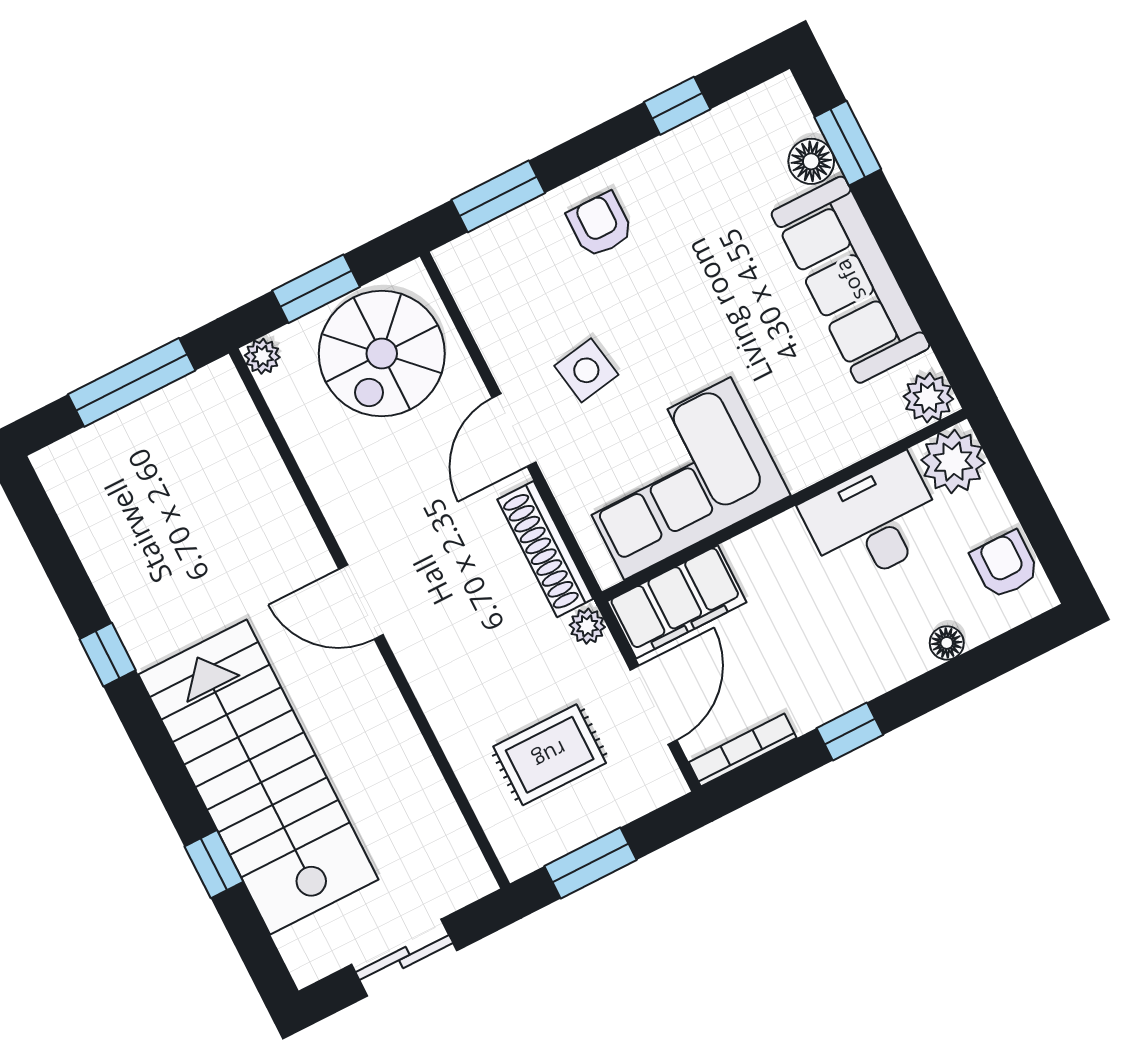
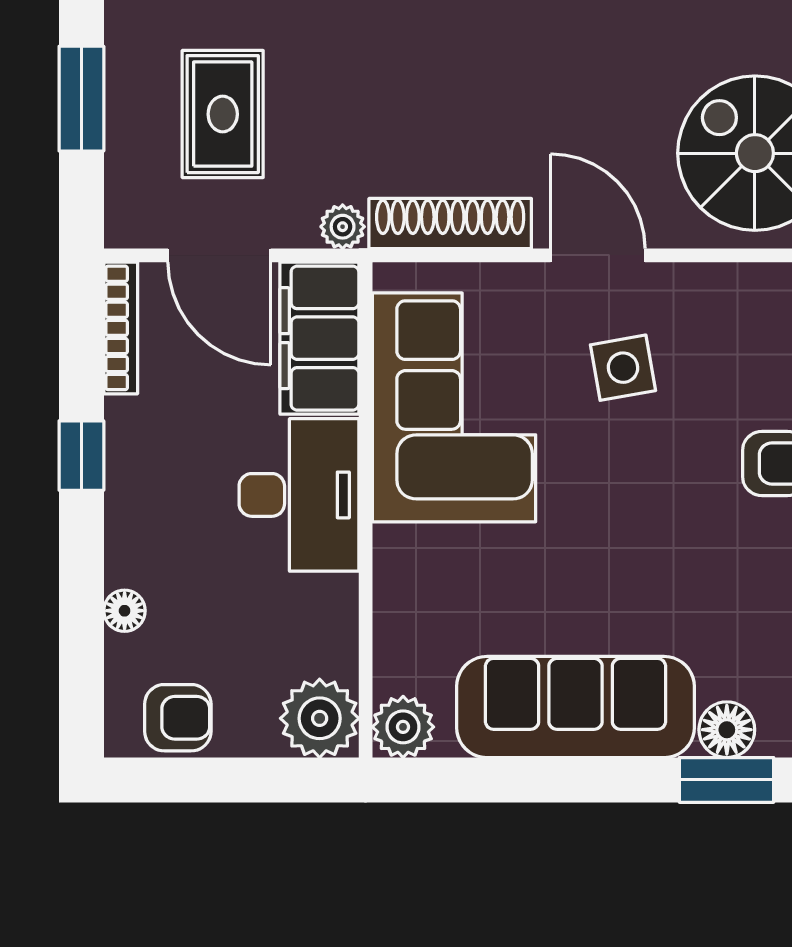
desk: (873, 521) -> (299, 495), moved

